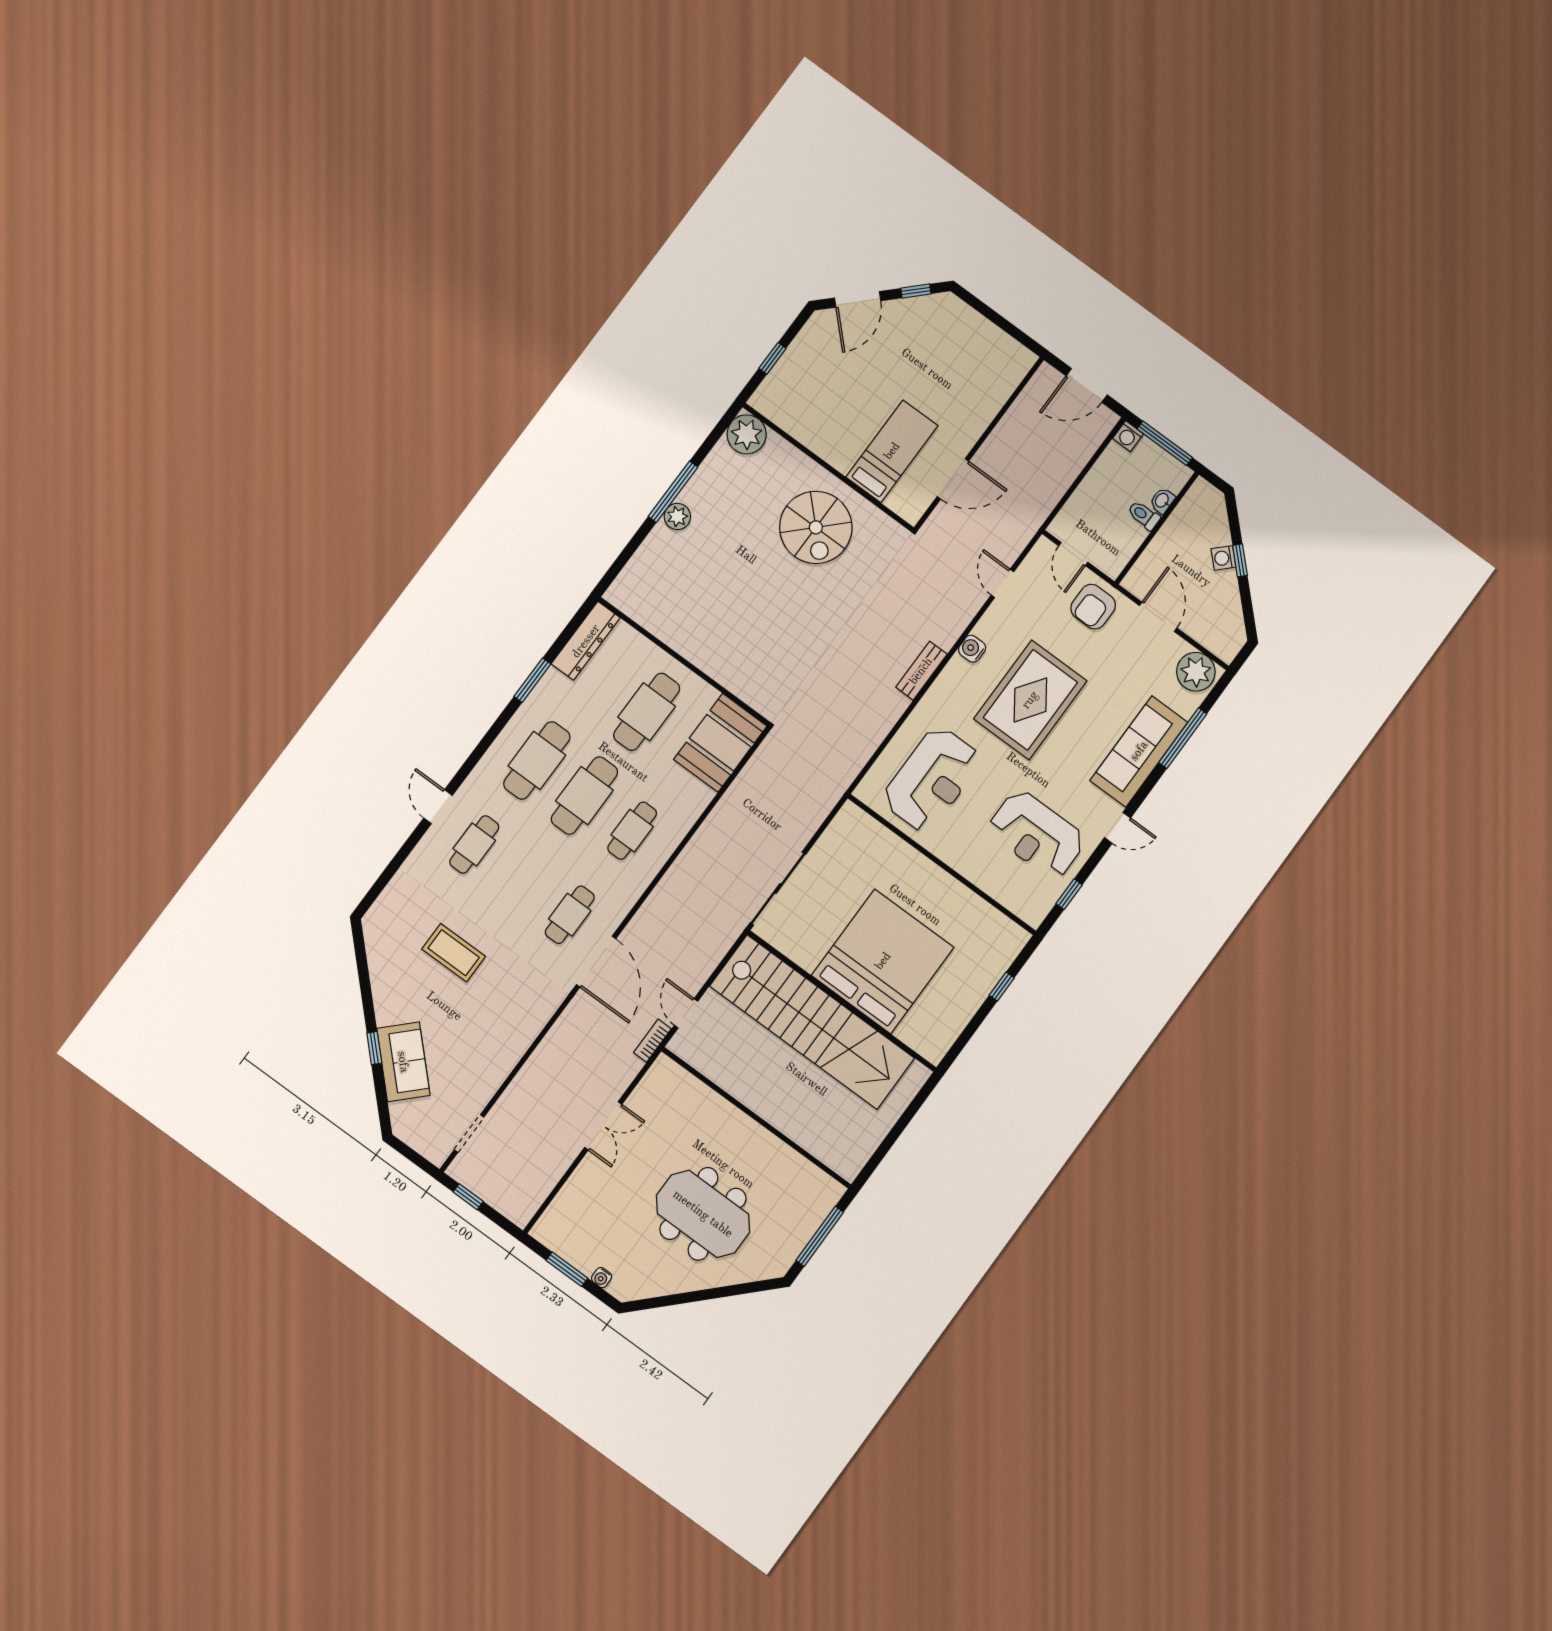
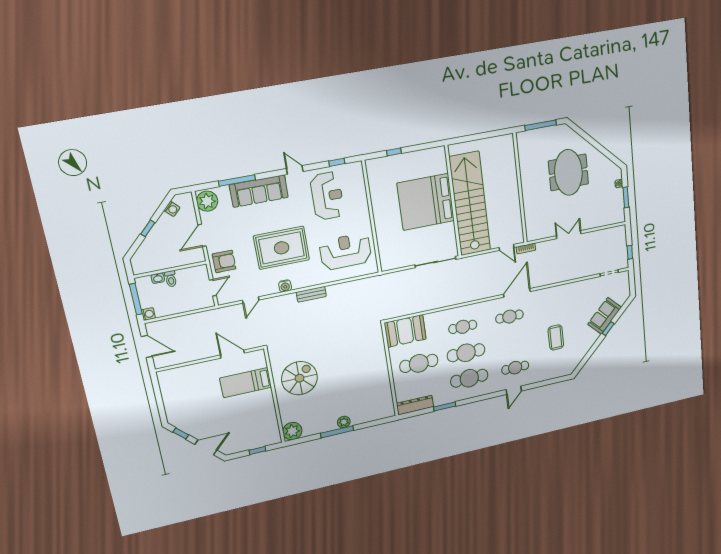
washing machine: (1223, 558) -> (172, 209), moved
door: (686, 1013) -> (507, 247), hinge flipped

